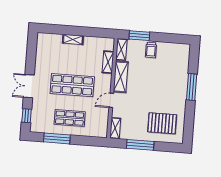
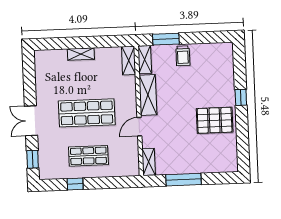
shelving: (108, 62) -> (129, 61), moved
window: (192, 87) -> (241, 97), width x0.46
pallet: (162, 123) -> (215, 120), moved
window: (57, 138) -> (75, 184), width x0.46

